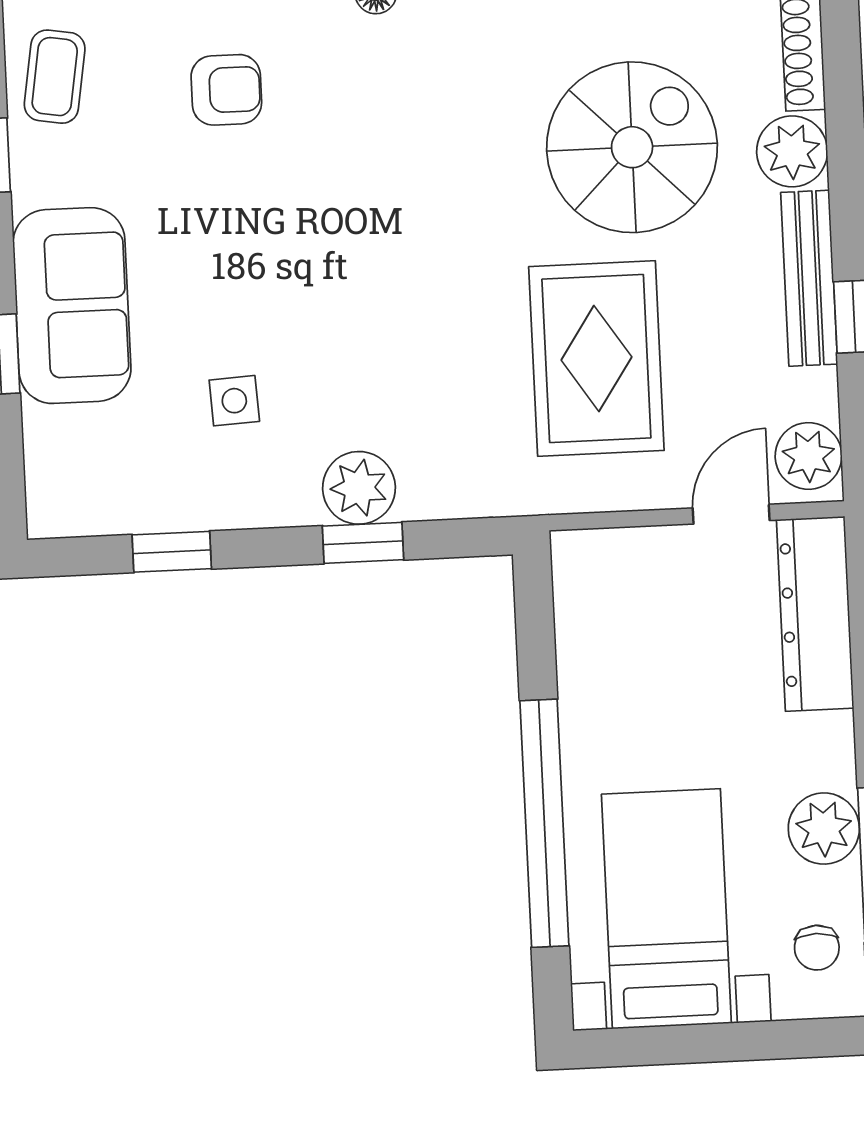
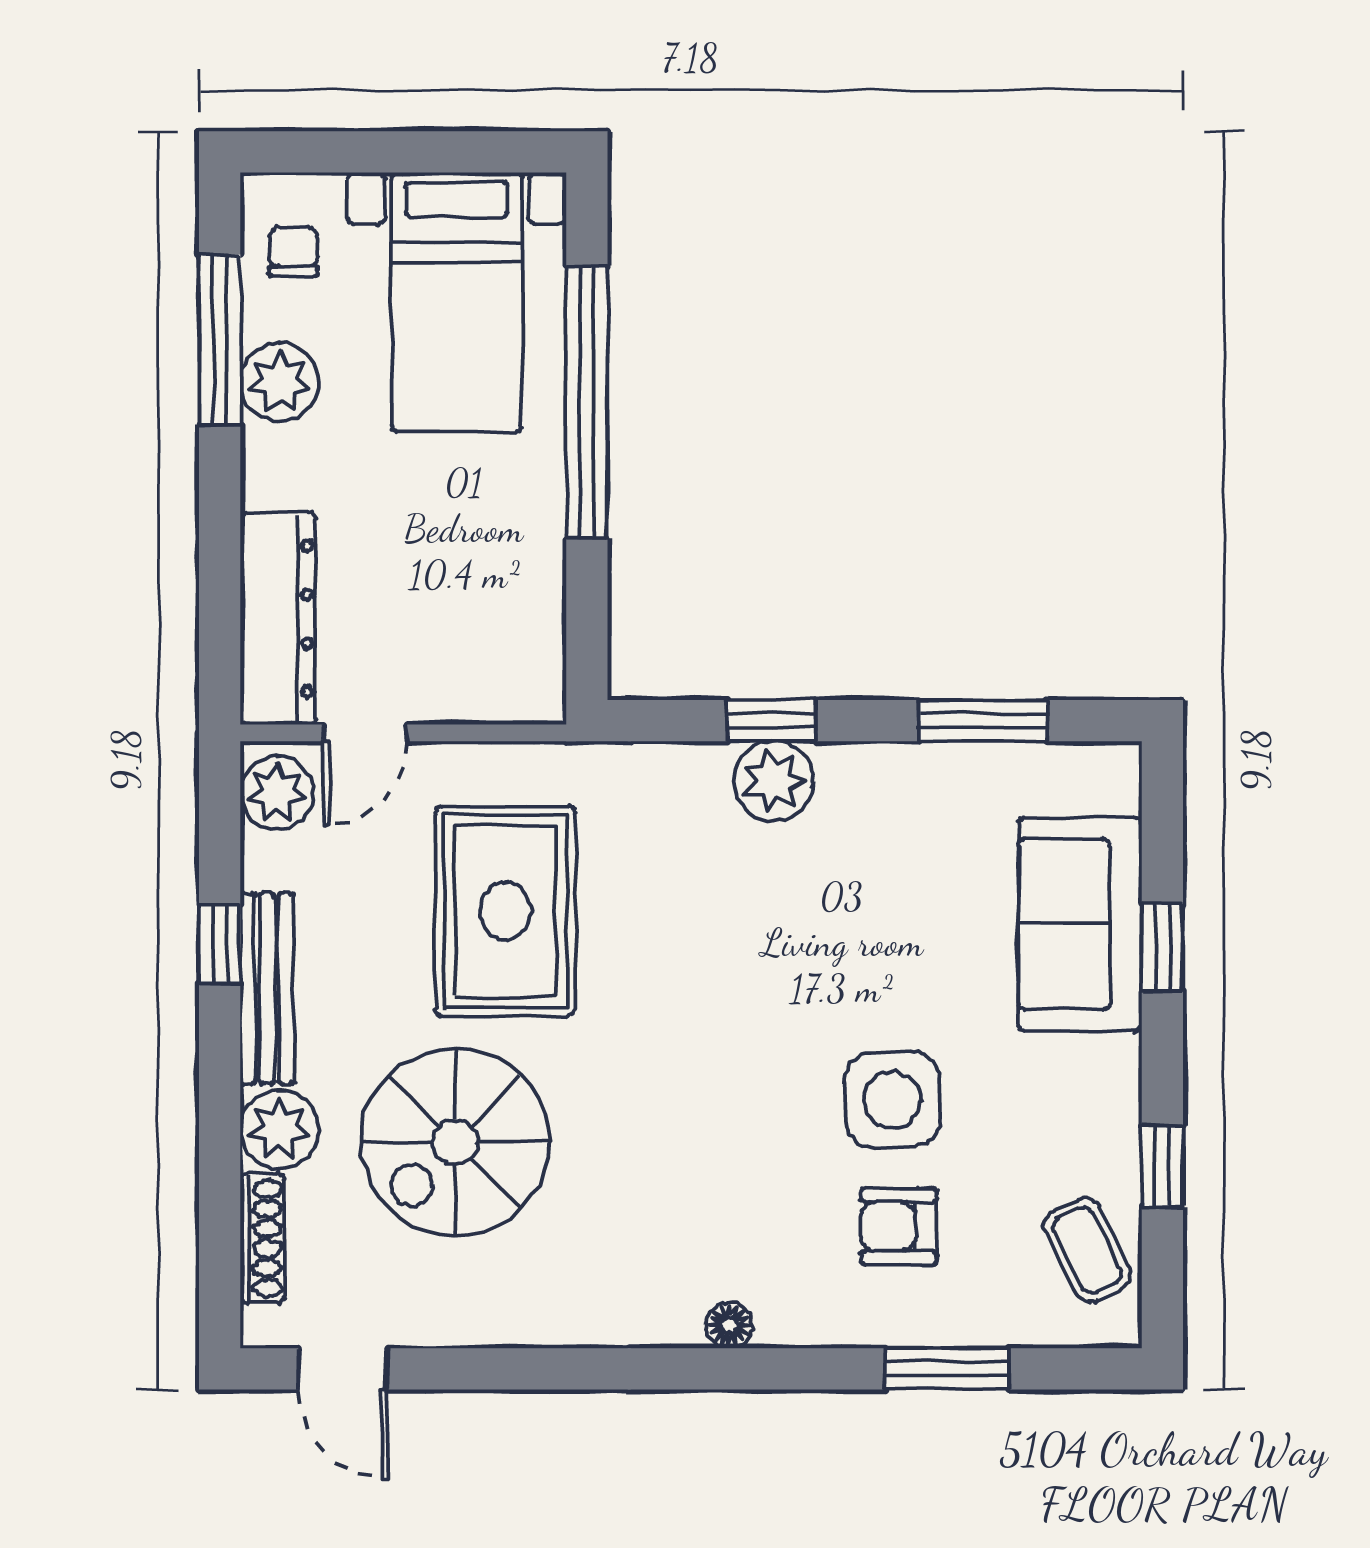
coffee table: (55, 77) -> (1087, 1250), turned -35
sofa: (72, 306) -> (1080, 924), moved
side table: (234, 401) -> (893, 1100), moved, width x1.87, depth x1.87
window: (172, 552) -> (983, 721), width x1.50

